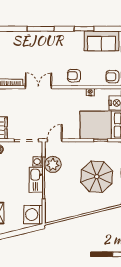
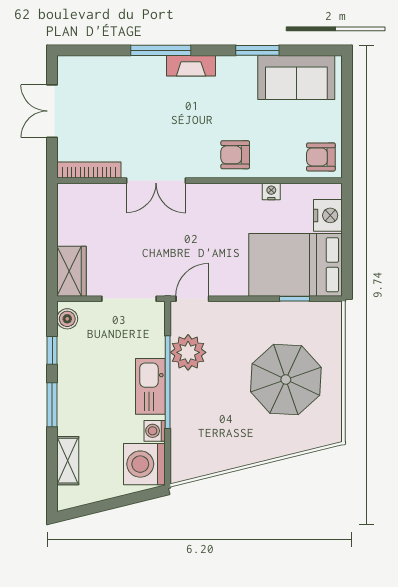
fireplace: (54, 36) -> (191, 66), added
double door: (38, 87) -> (156, 181), swing flipped
washing machine: (38, 162) -> (155, 431), moved

